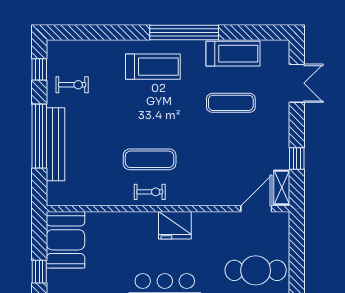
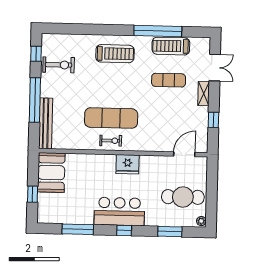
window: (184, 33) -> (158, 31), moved
treadmill: (233, 54) -> (171, 46), turned 180
exercise bike: (72, 85) -> (59, 65), width x1.38, depth x1.39
bench: (56, 144) -> (46, 123), moved
exercise mat: (150, 159) -> (111, 118), width x1.36, depth x1.45
shelving: (282, 188) -> (204, 94), moved

